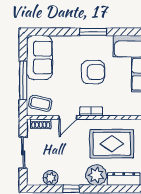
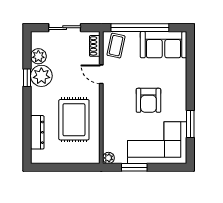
window: (93, 32) -> (190, 124), moved
window: (23, 80) -> (140, 28), width x1.46
bookcase: (91, 111) -> (107, 98), removed
plant: (96, 175) -> (41, 76), moved

